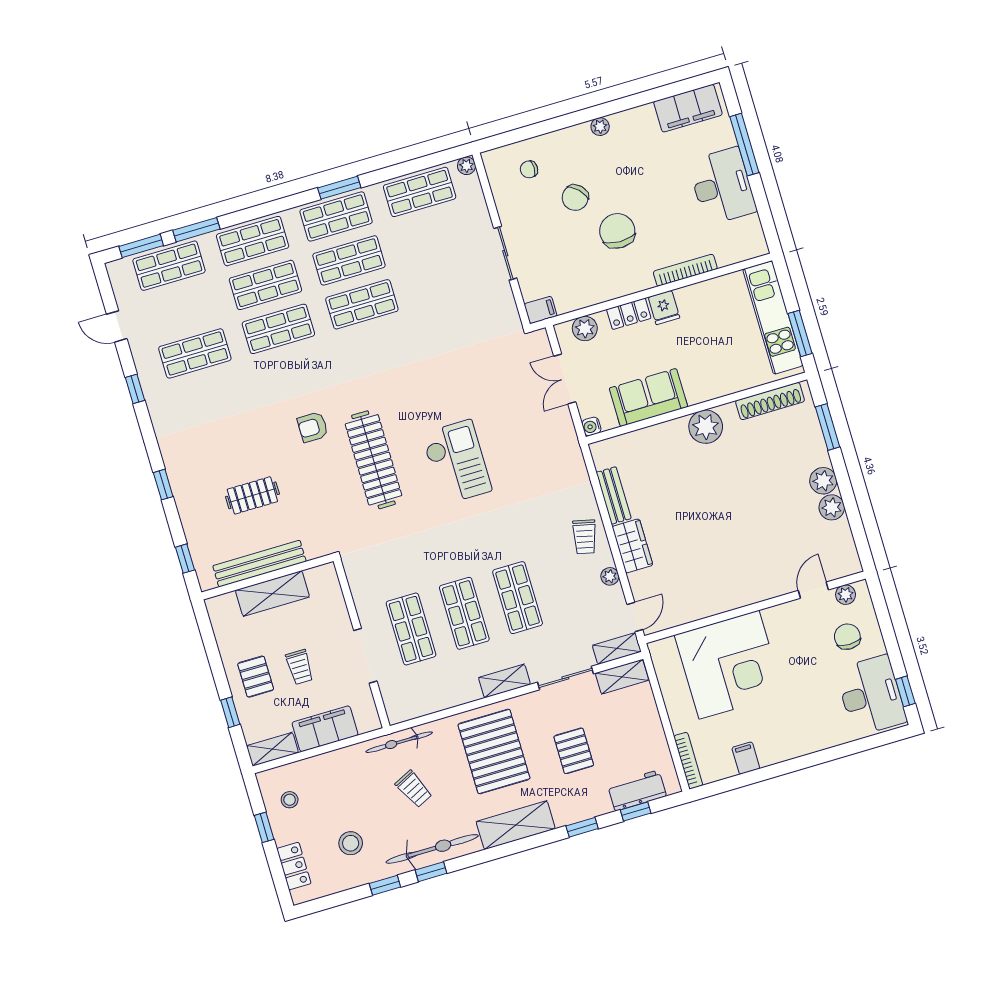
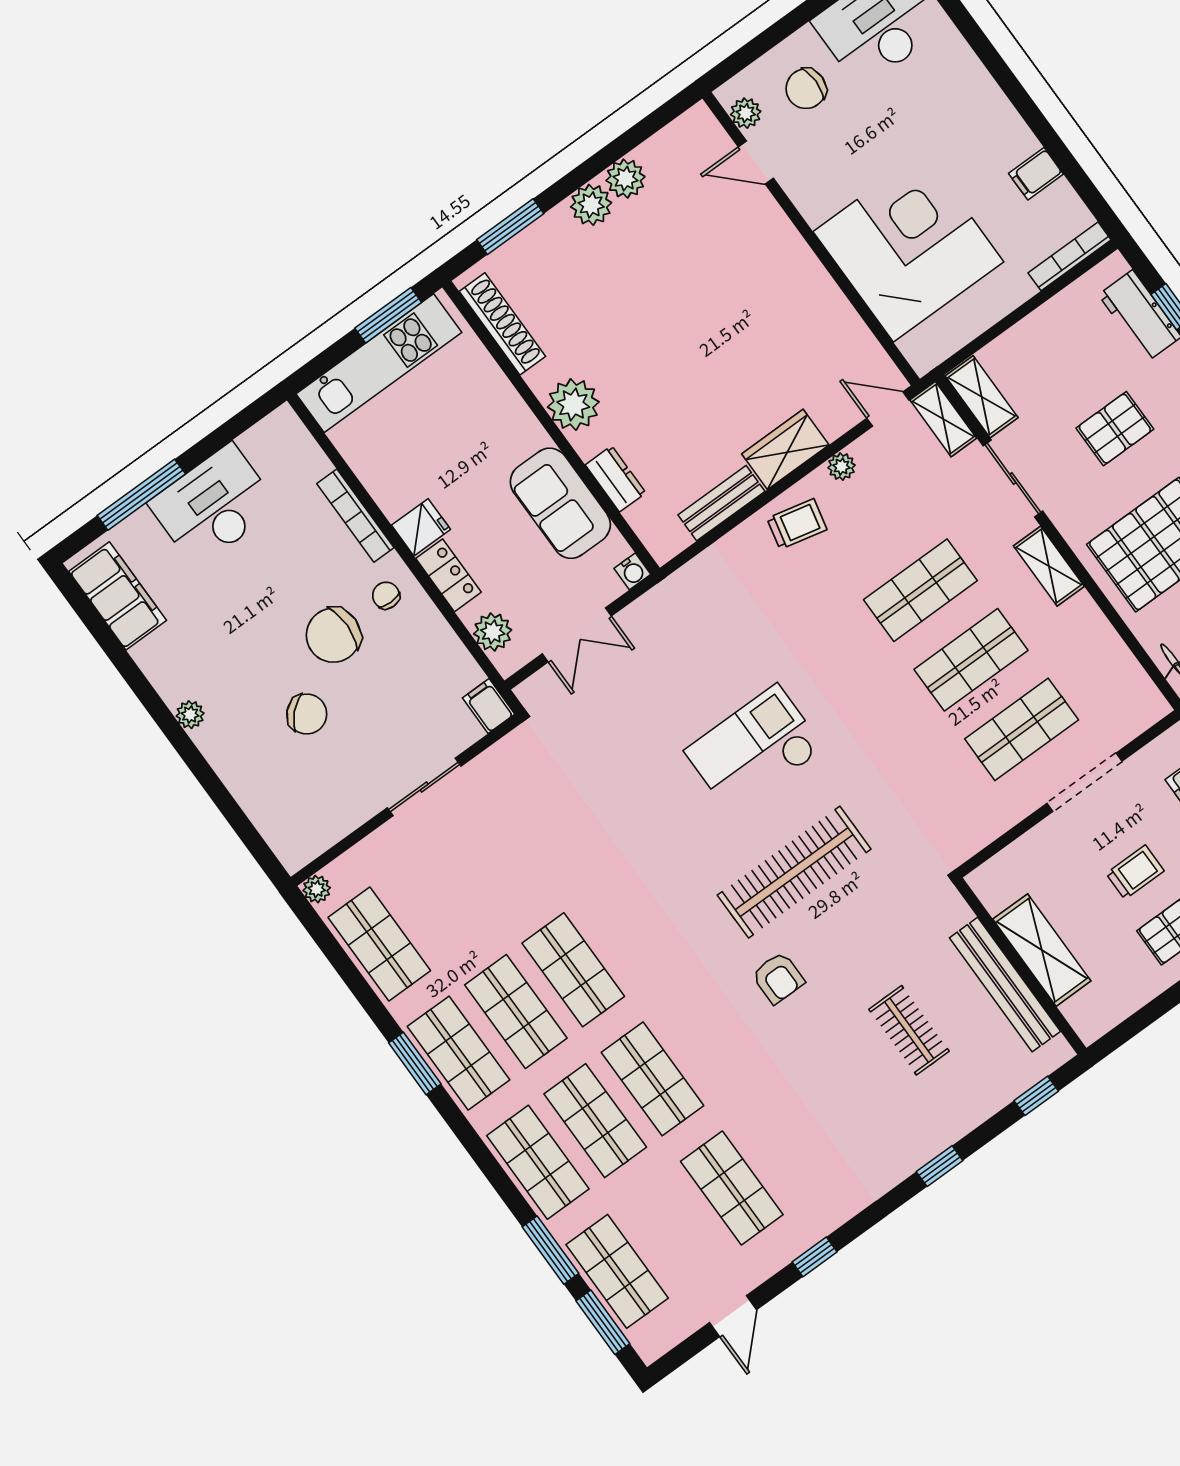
chair: (529, 169) -> (386, 595), moved, turned 180
dresser: (651, 436) -> (616, 479), added

